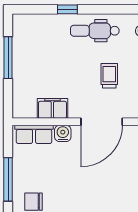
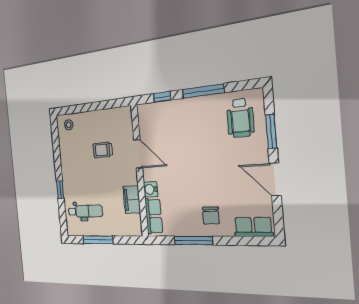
dental chair: (95, 31) -> (85, 211), moved, turned -90
door: (102, 122) -> (138, 154), width x0.73

